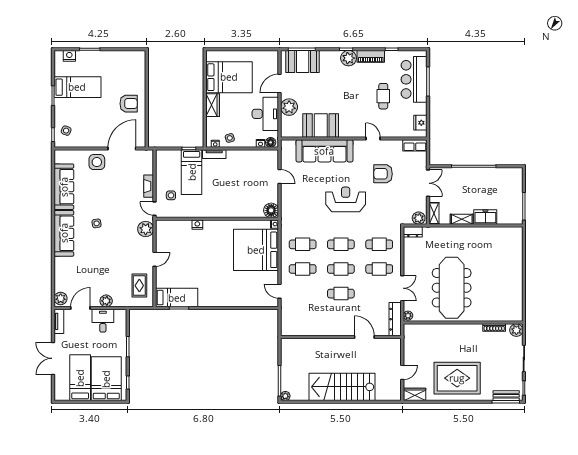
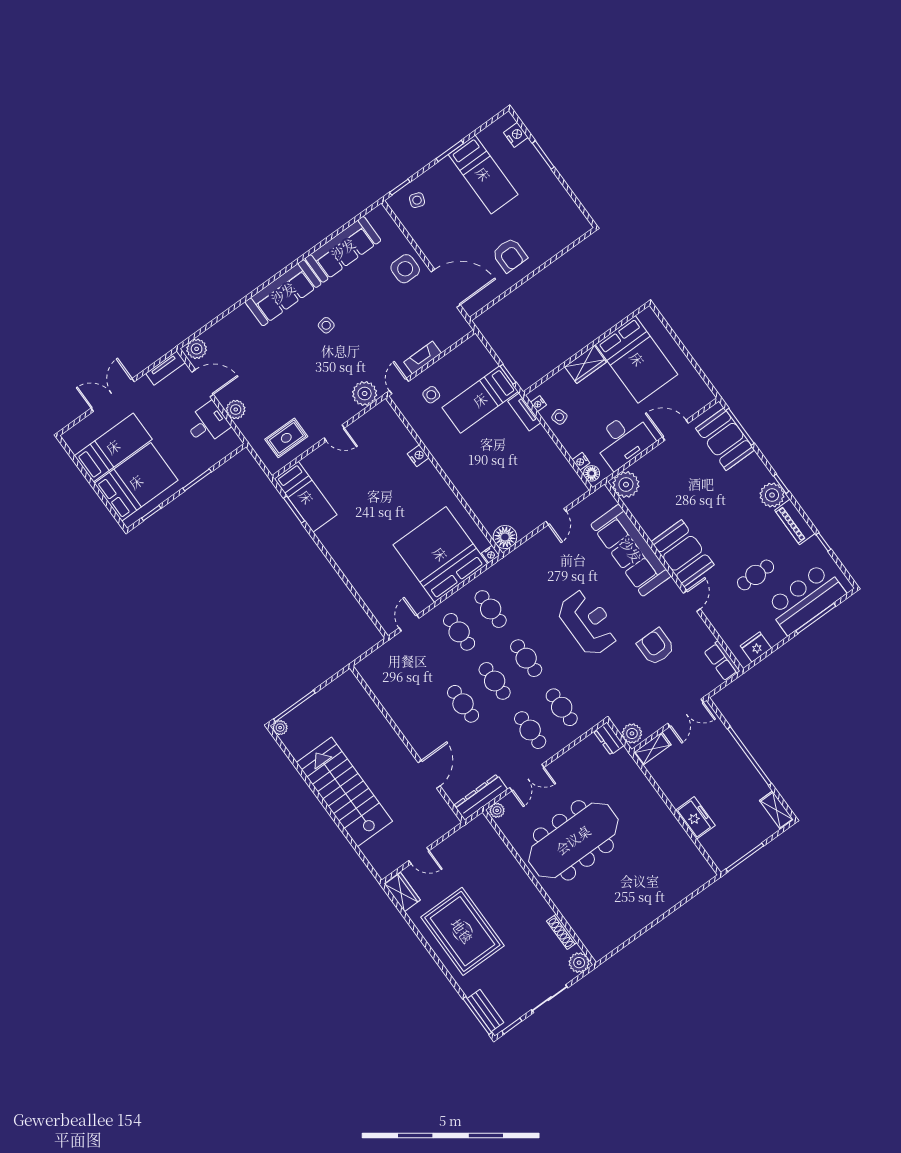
plant: (289, 107) -> (626, 485), moved
booth: (321, 125) -> (683, 553), moved
shelving: (462, 219) -> (776, 810), moved

